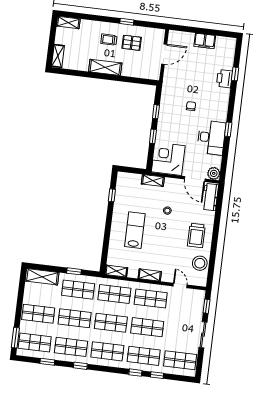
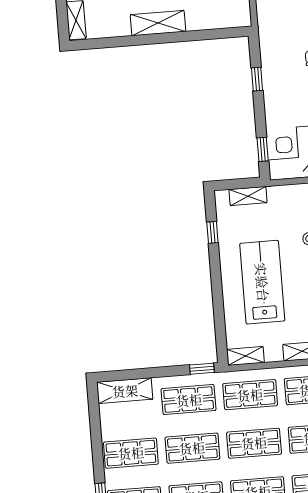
window: (153, 136) -> (263, 149), moved
shelving: (153, 180) -> (248, 196), moved
lab bench: (135, 230) -> (262, 282), width x1.36, depth x1.39
window: (74, 271) -> (202, 369), moved

